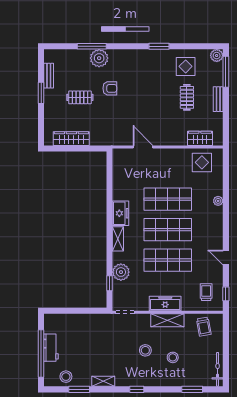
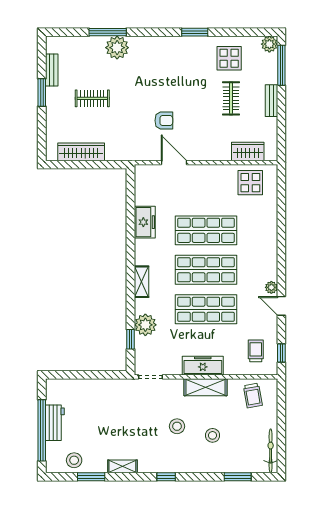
armchair: (110, 88) -> (164, 121), moved
plant: (218, 201) -> (271, 287), moved
freezer: (120, 213) -> (145, 222), moved

